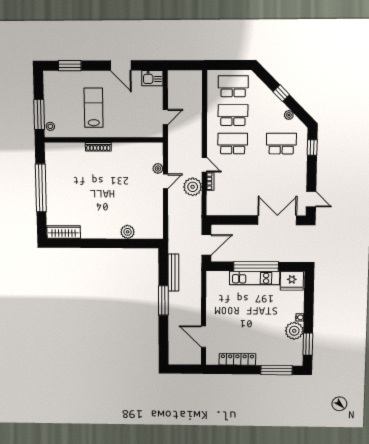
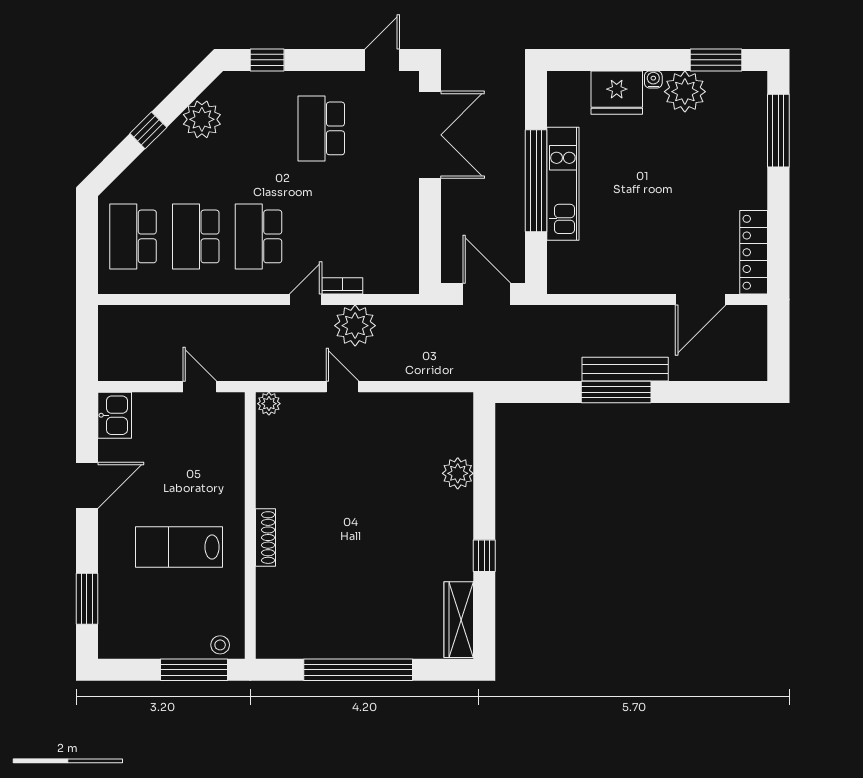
plant: (289, 115) -> (202, 119), width x1.88, depth x1.88
school desk: (281, 144) -> (321, 128), moved
plant: (158, 168) -> (269, 404), moved
double door: (277, 220) -> (430, 135), swing flipped
window: (92, 243) -> (484, 556), added
bench: (173, 273) -> (625, 369), moved
fridge: (292, 281) -> (617, 93), moved, turned 90
locker: (237, 359) -> (754, 252), moved

